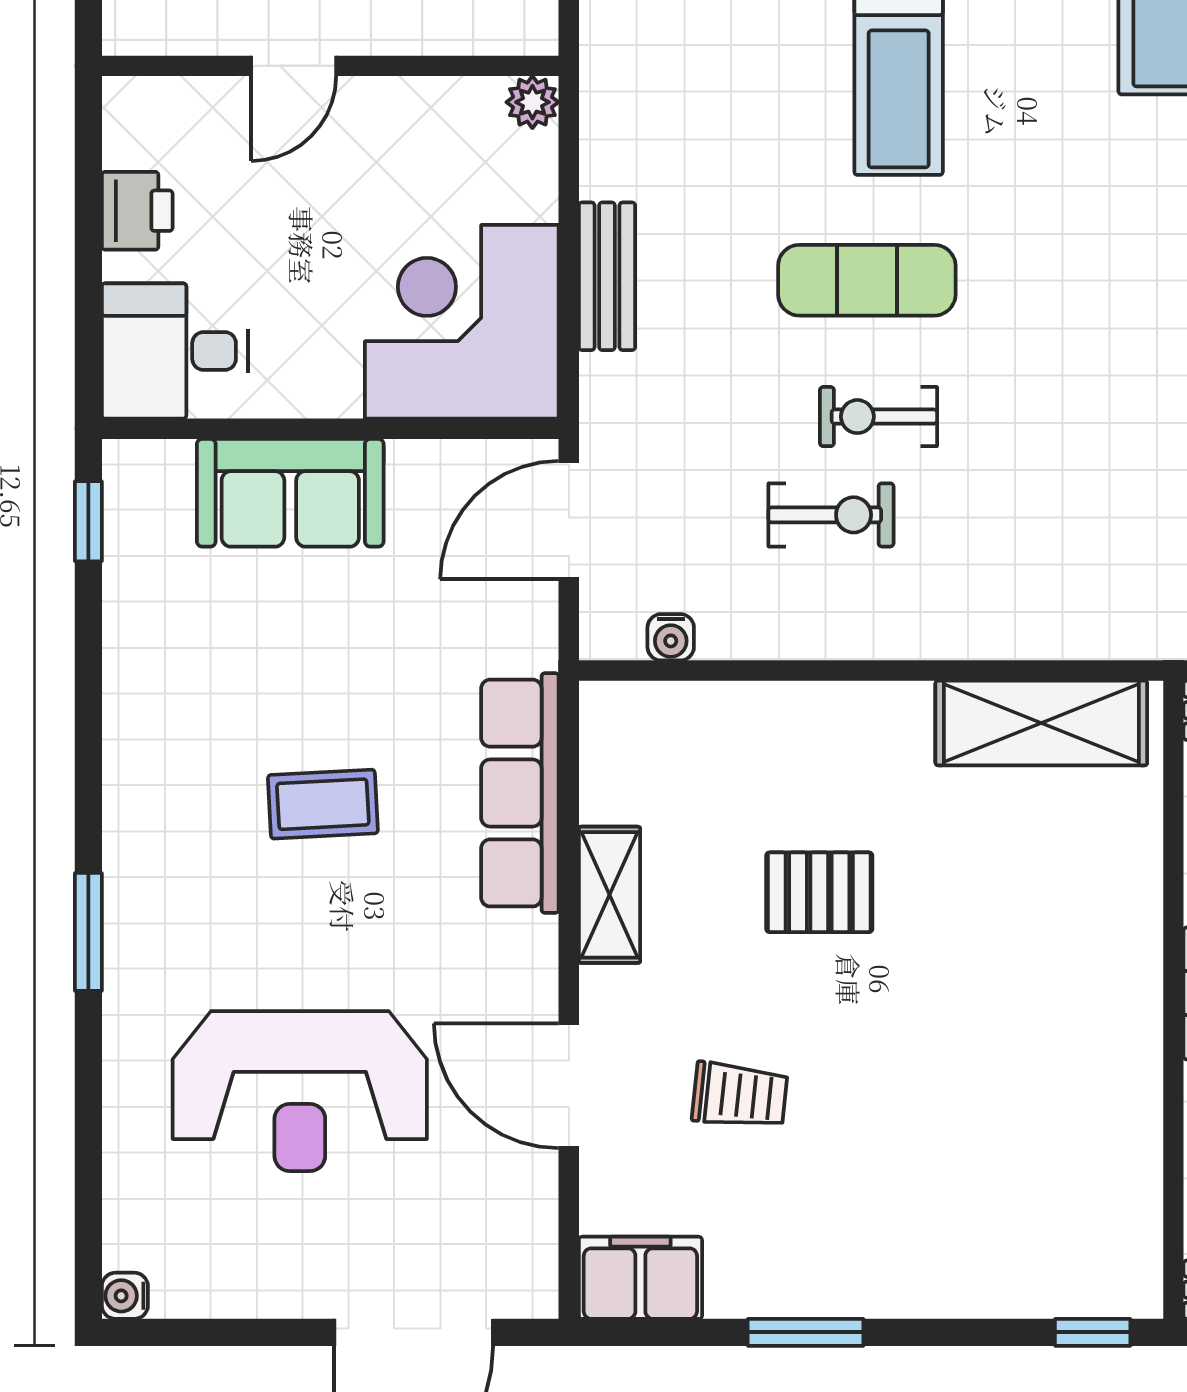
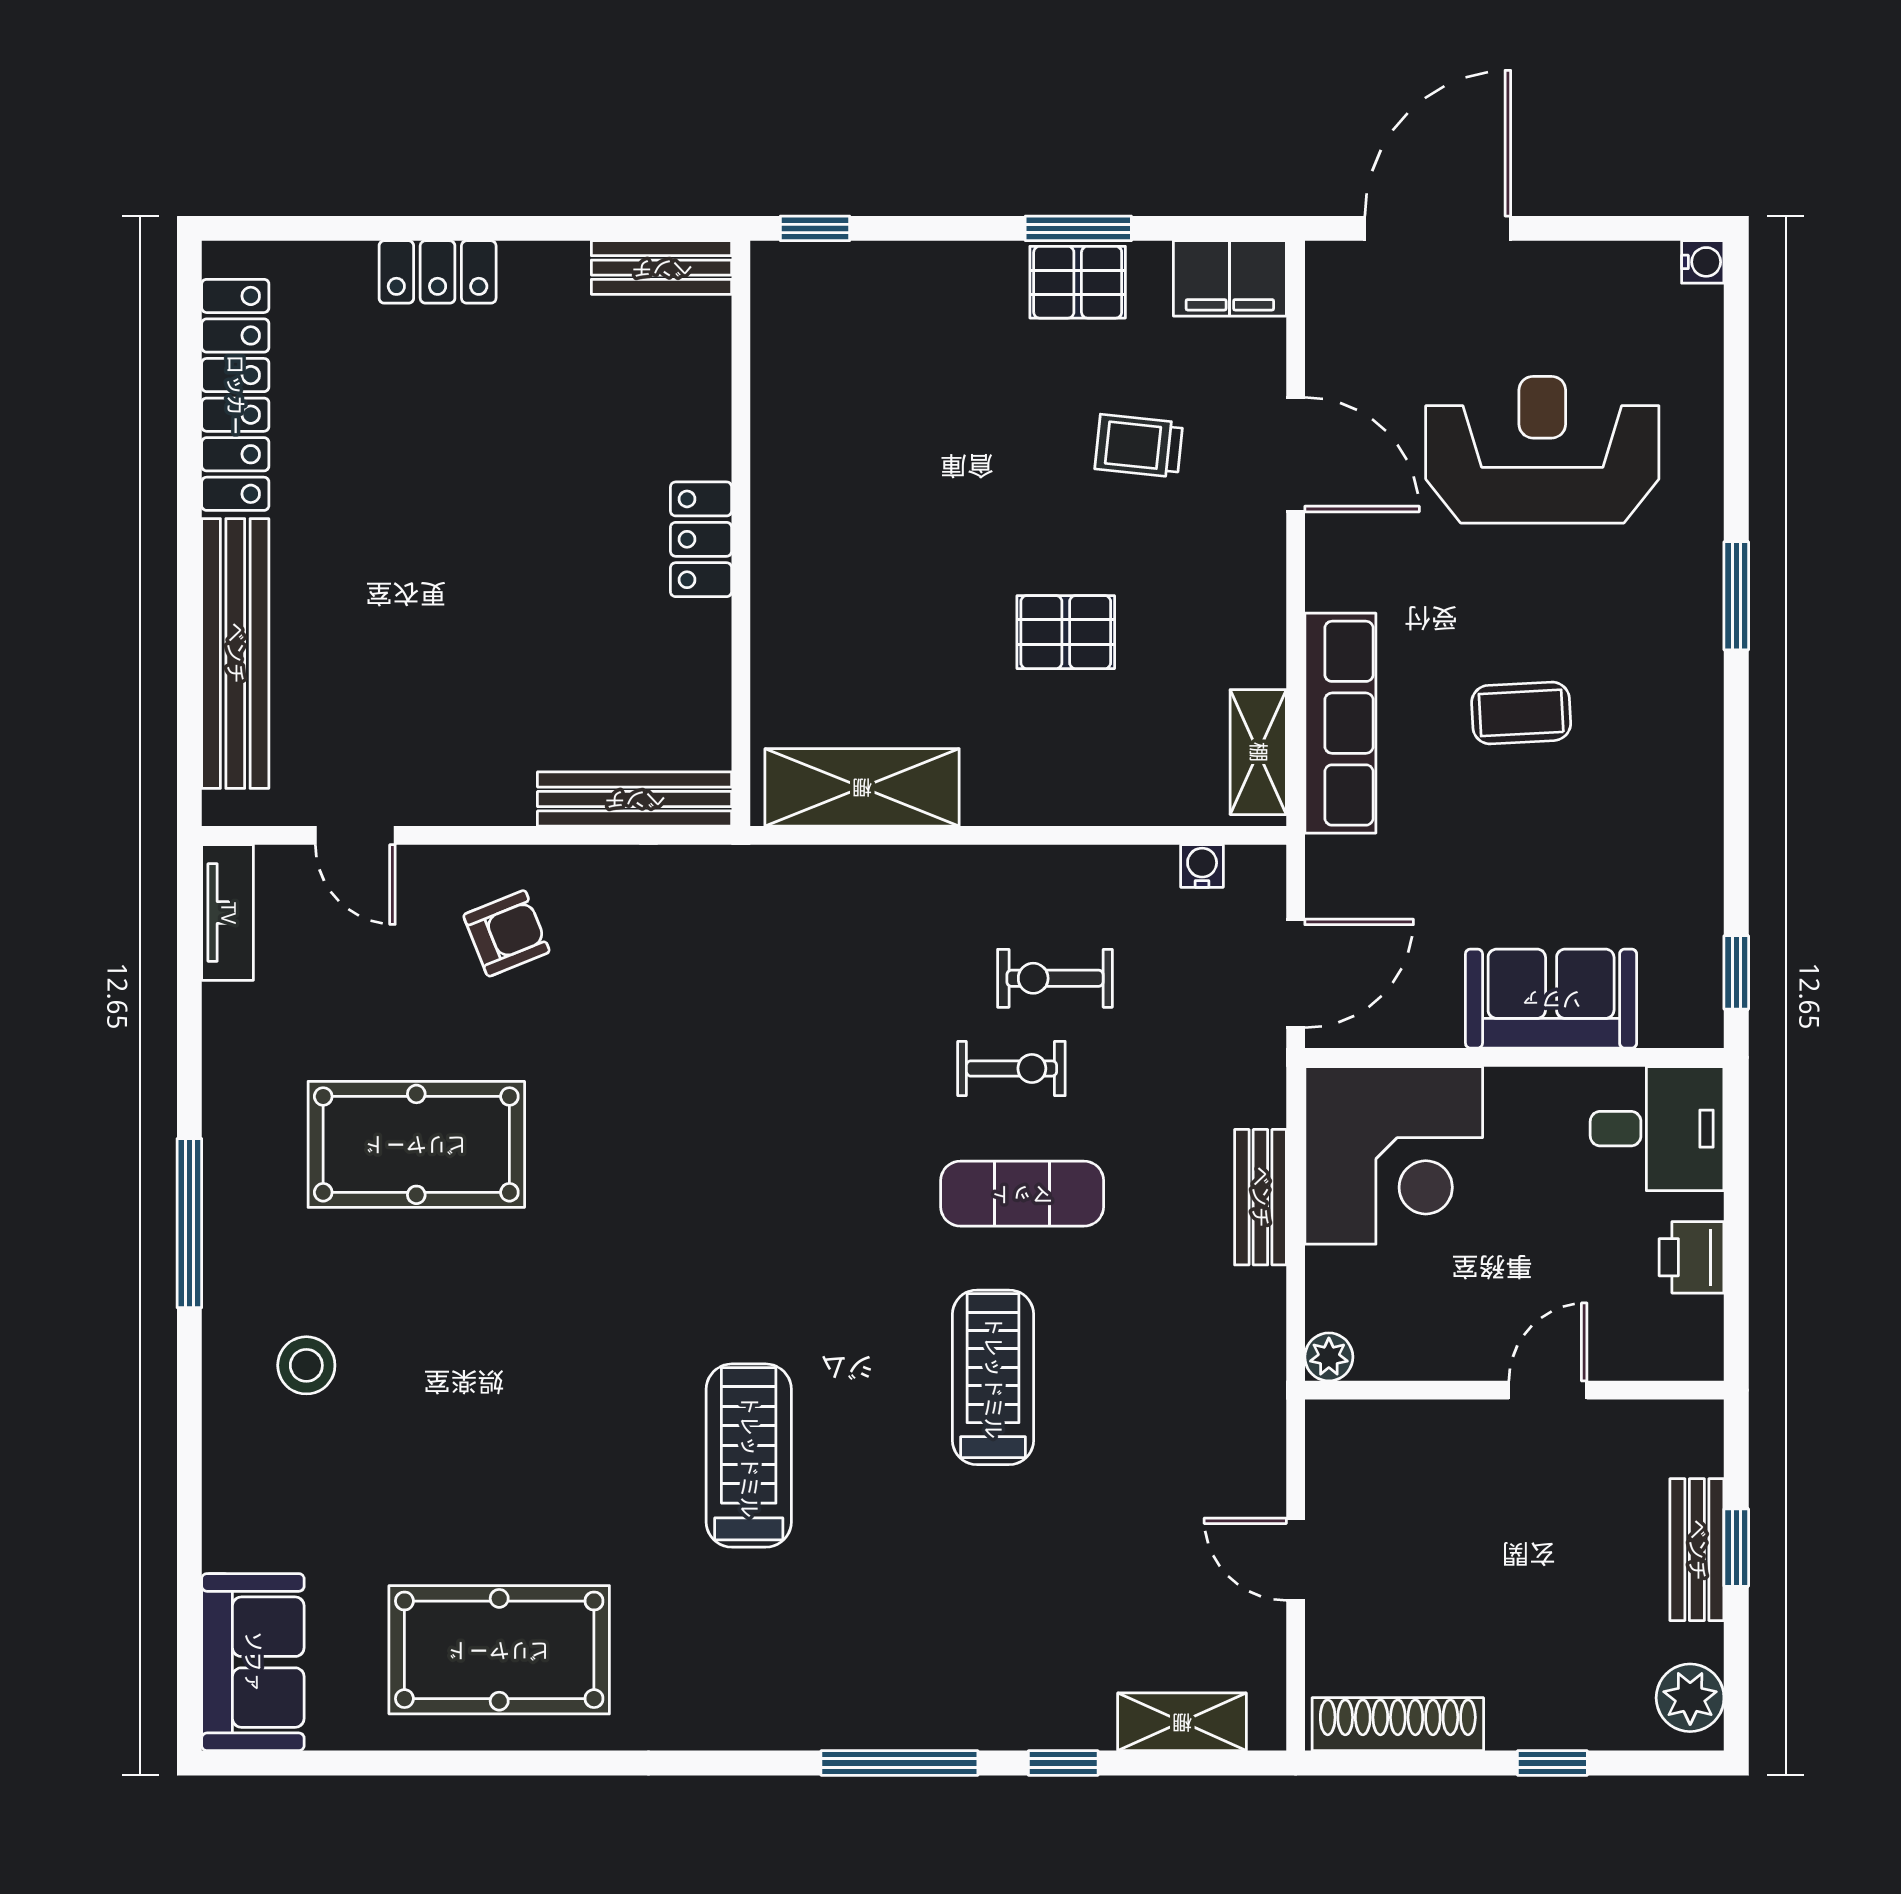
shelving: (609, 895) -> (1258, 752), moved
pallet: (806, 1274) -> (1078, 282), added

